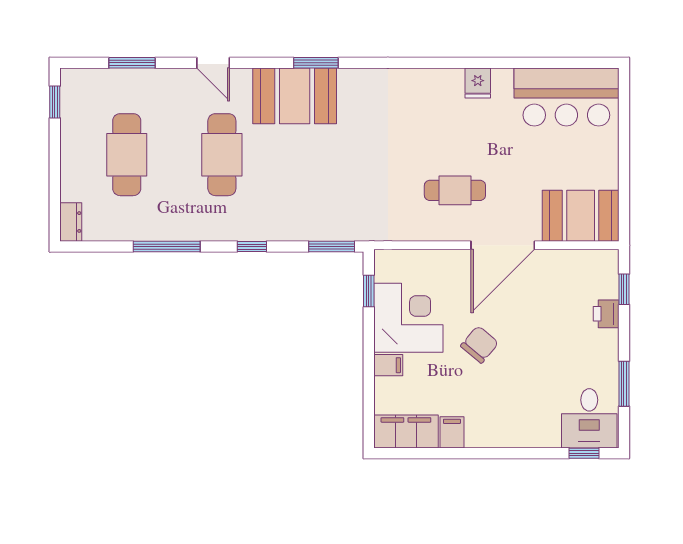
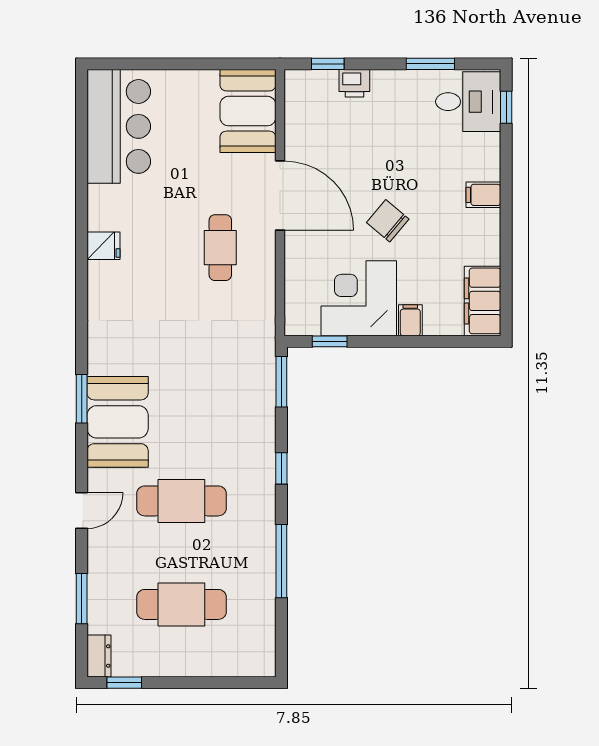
fridge: (478, 83) -> (104, 246), moved
dresser: (71, 222) -> (99, 656), moved, turned 90
filing cabinet: (452, 432) -> (483, 195), moved

